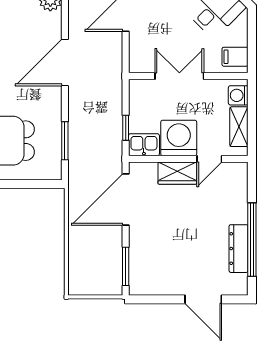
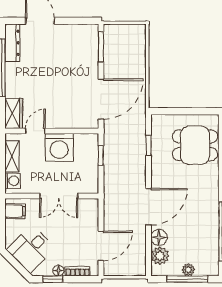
floor lamp: (52, 23) -> (159, 237), added
window: (65, 141) -> (148, 145), width x0.67
kitchen sink: (144, 145) -> (87, 142), removed
wardrobe: (177, 173) -> (14, 113), moved, turned 90
dresser: (239, 249) -> (12, 43), moved

